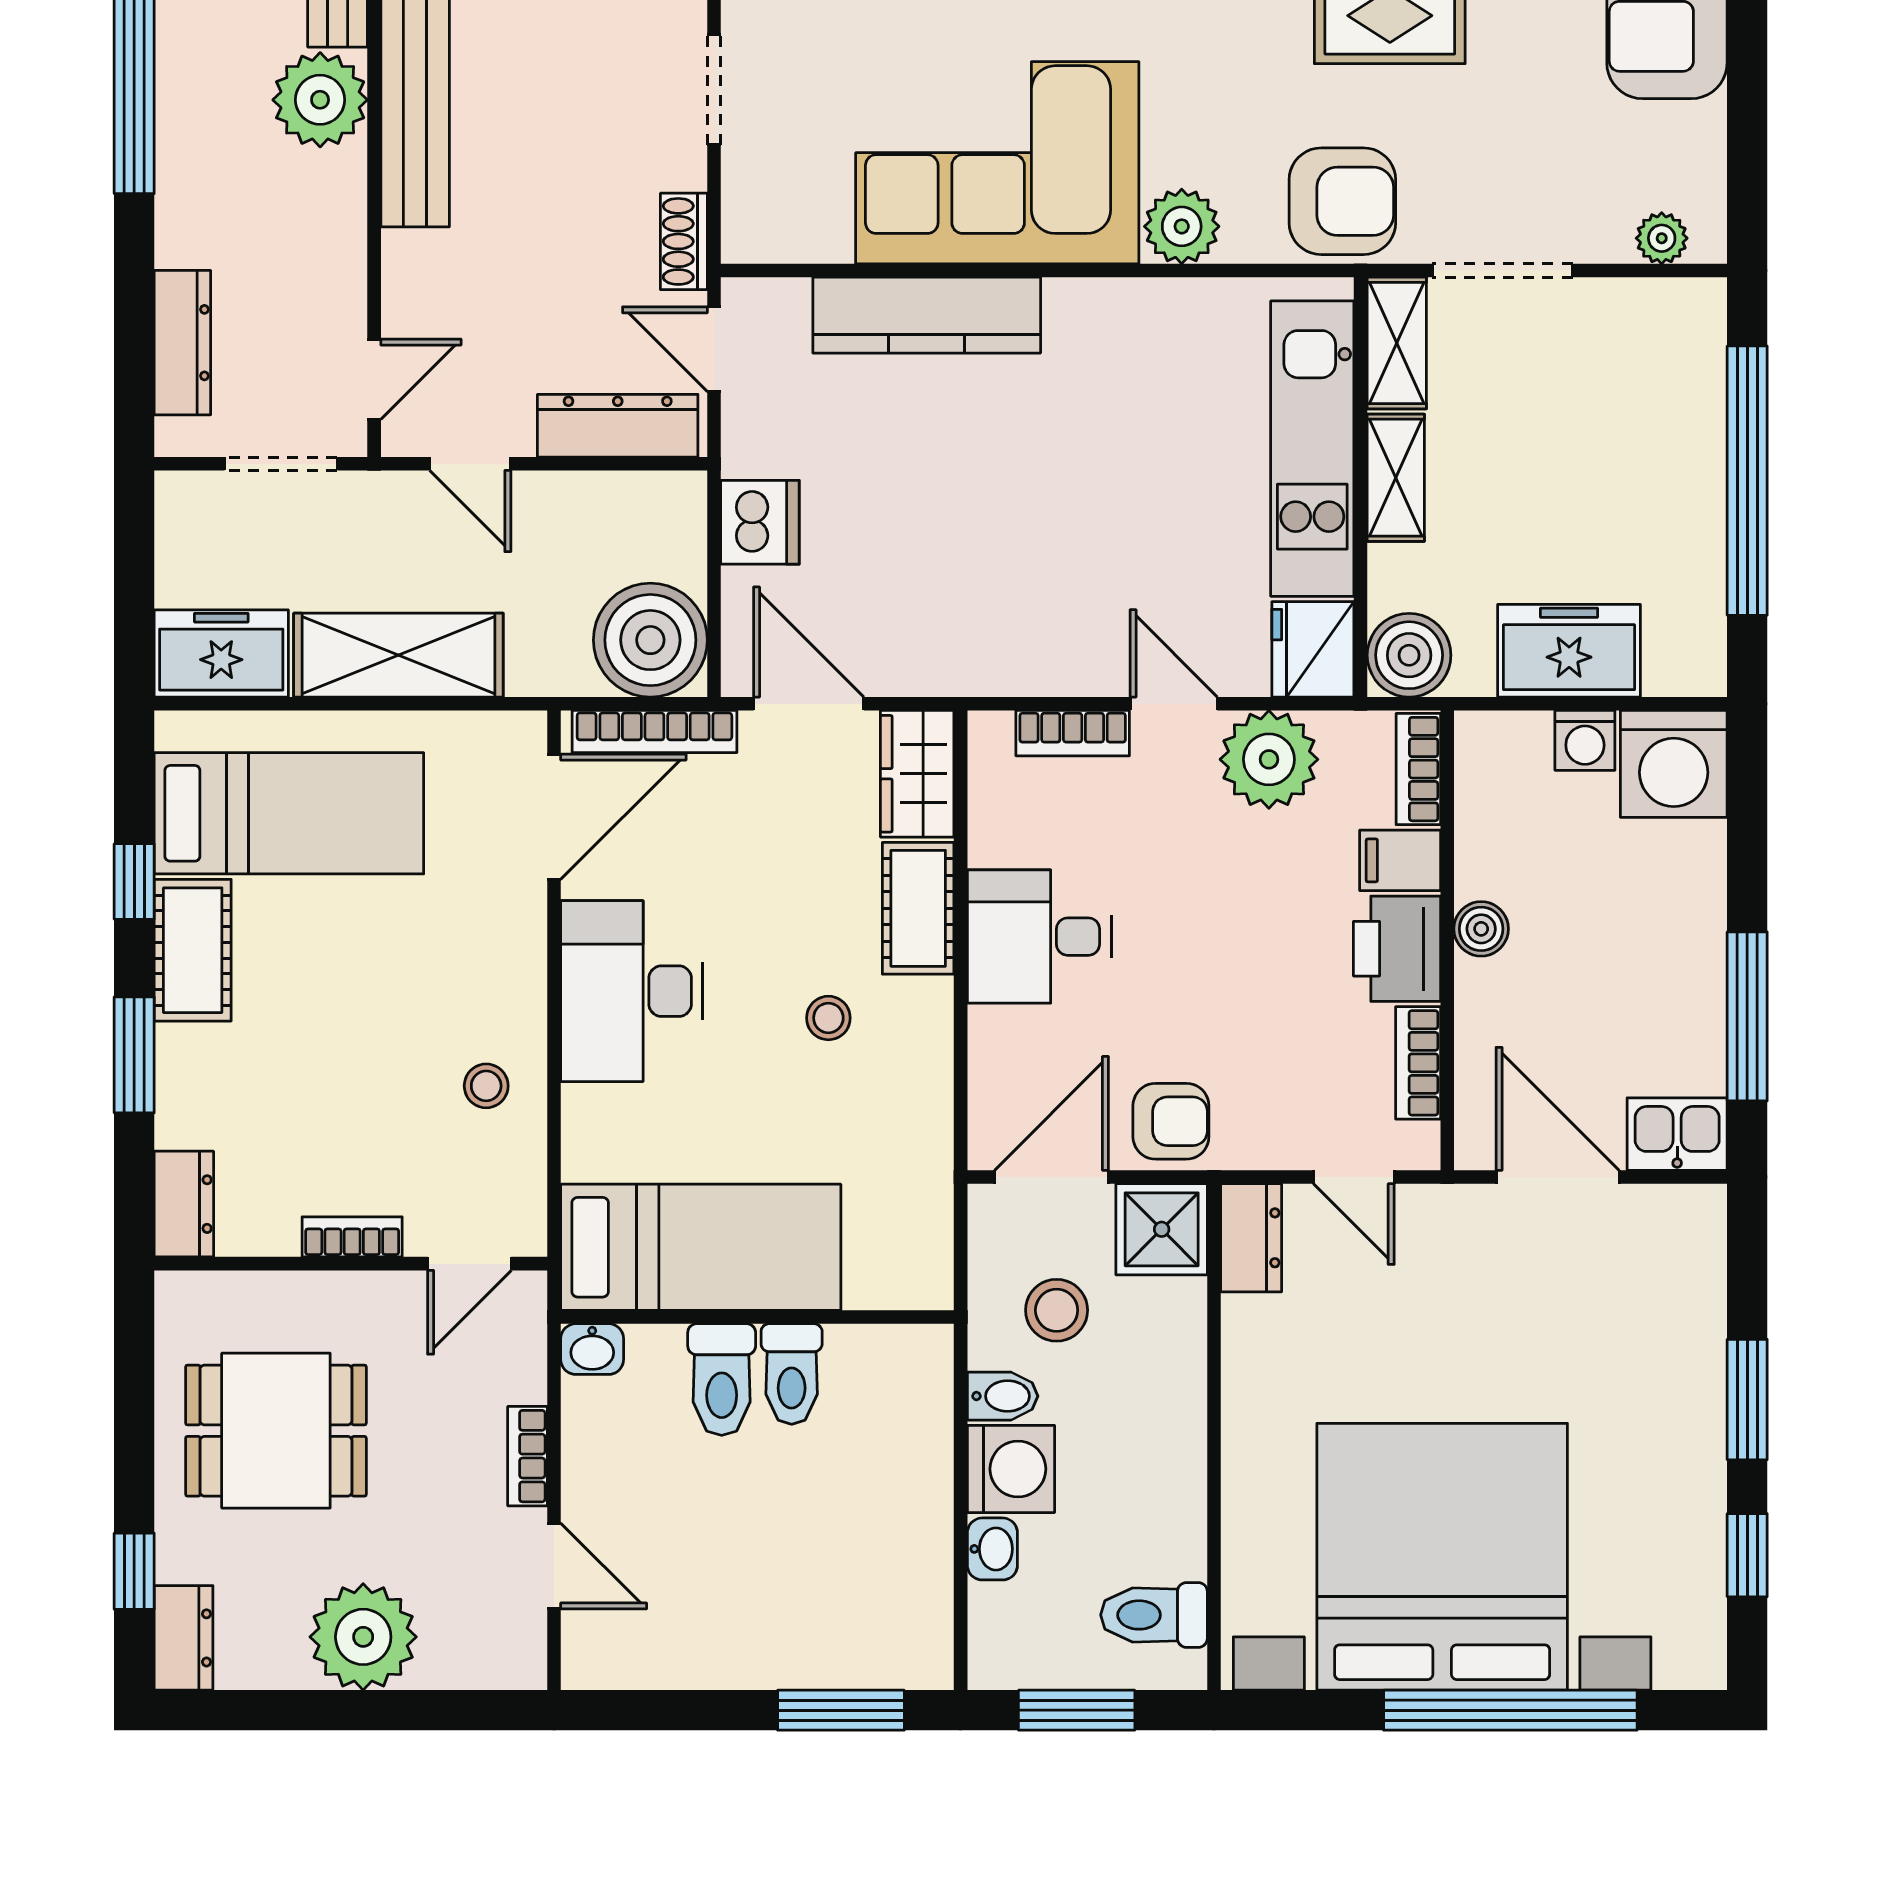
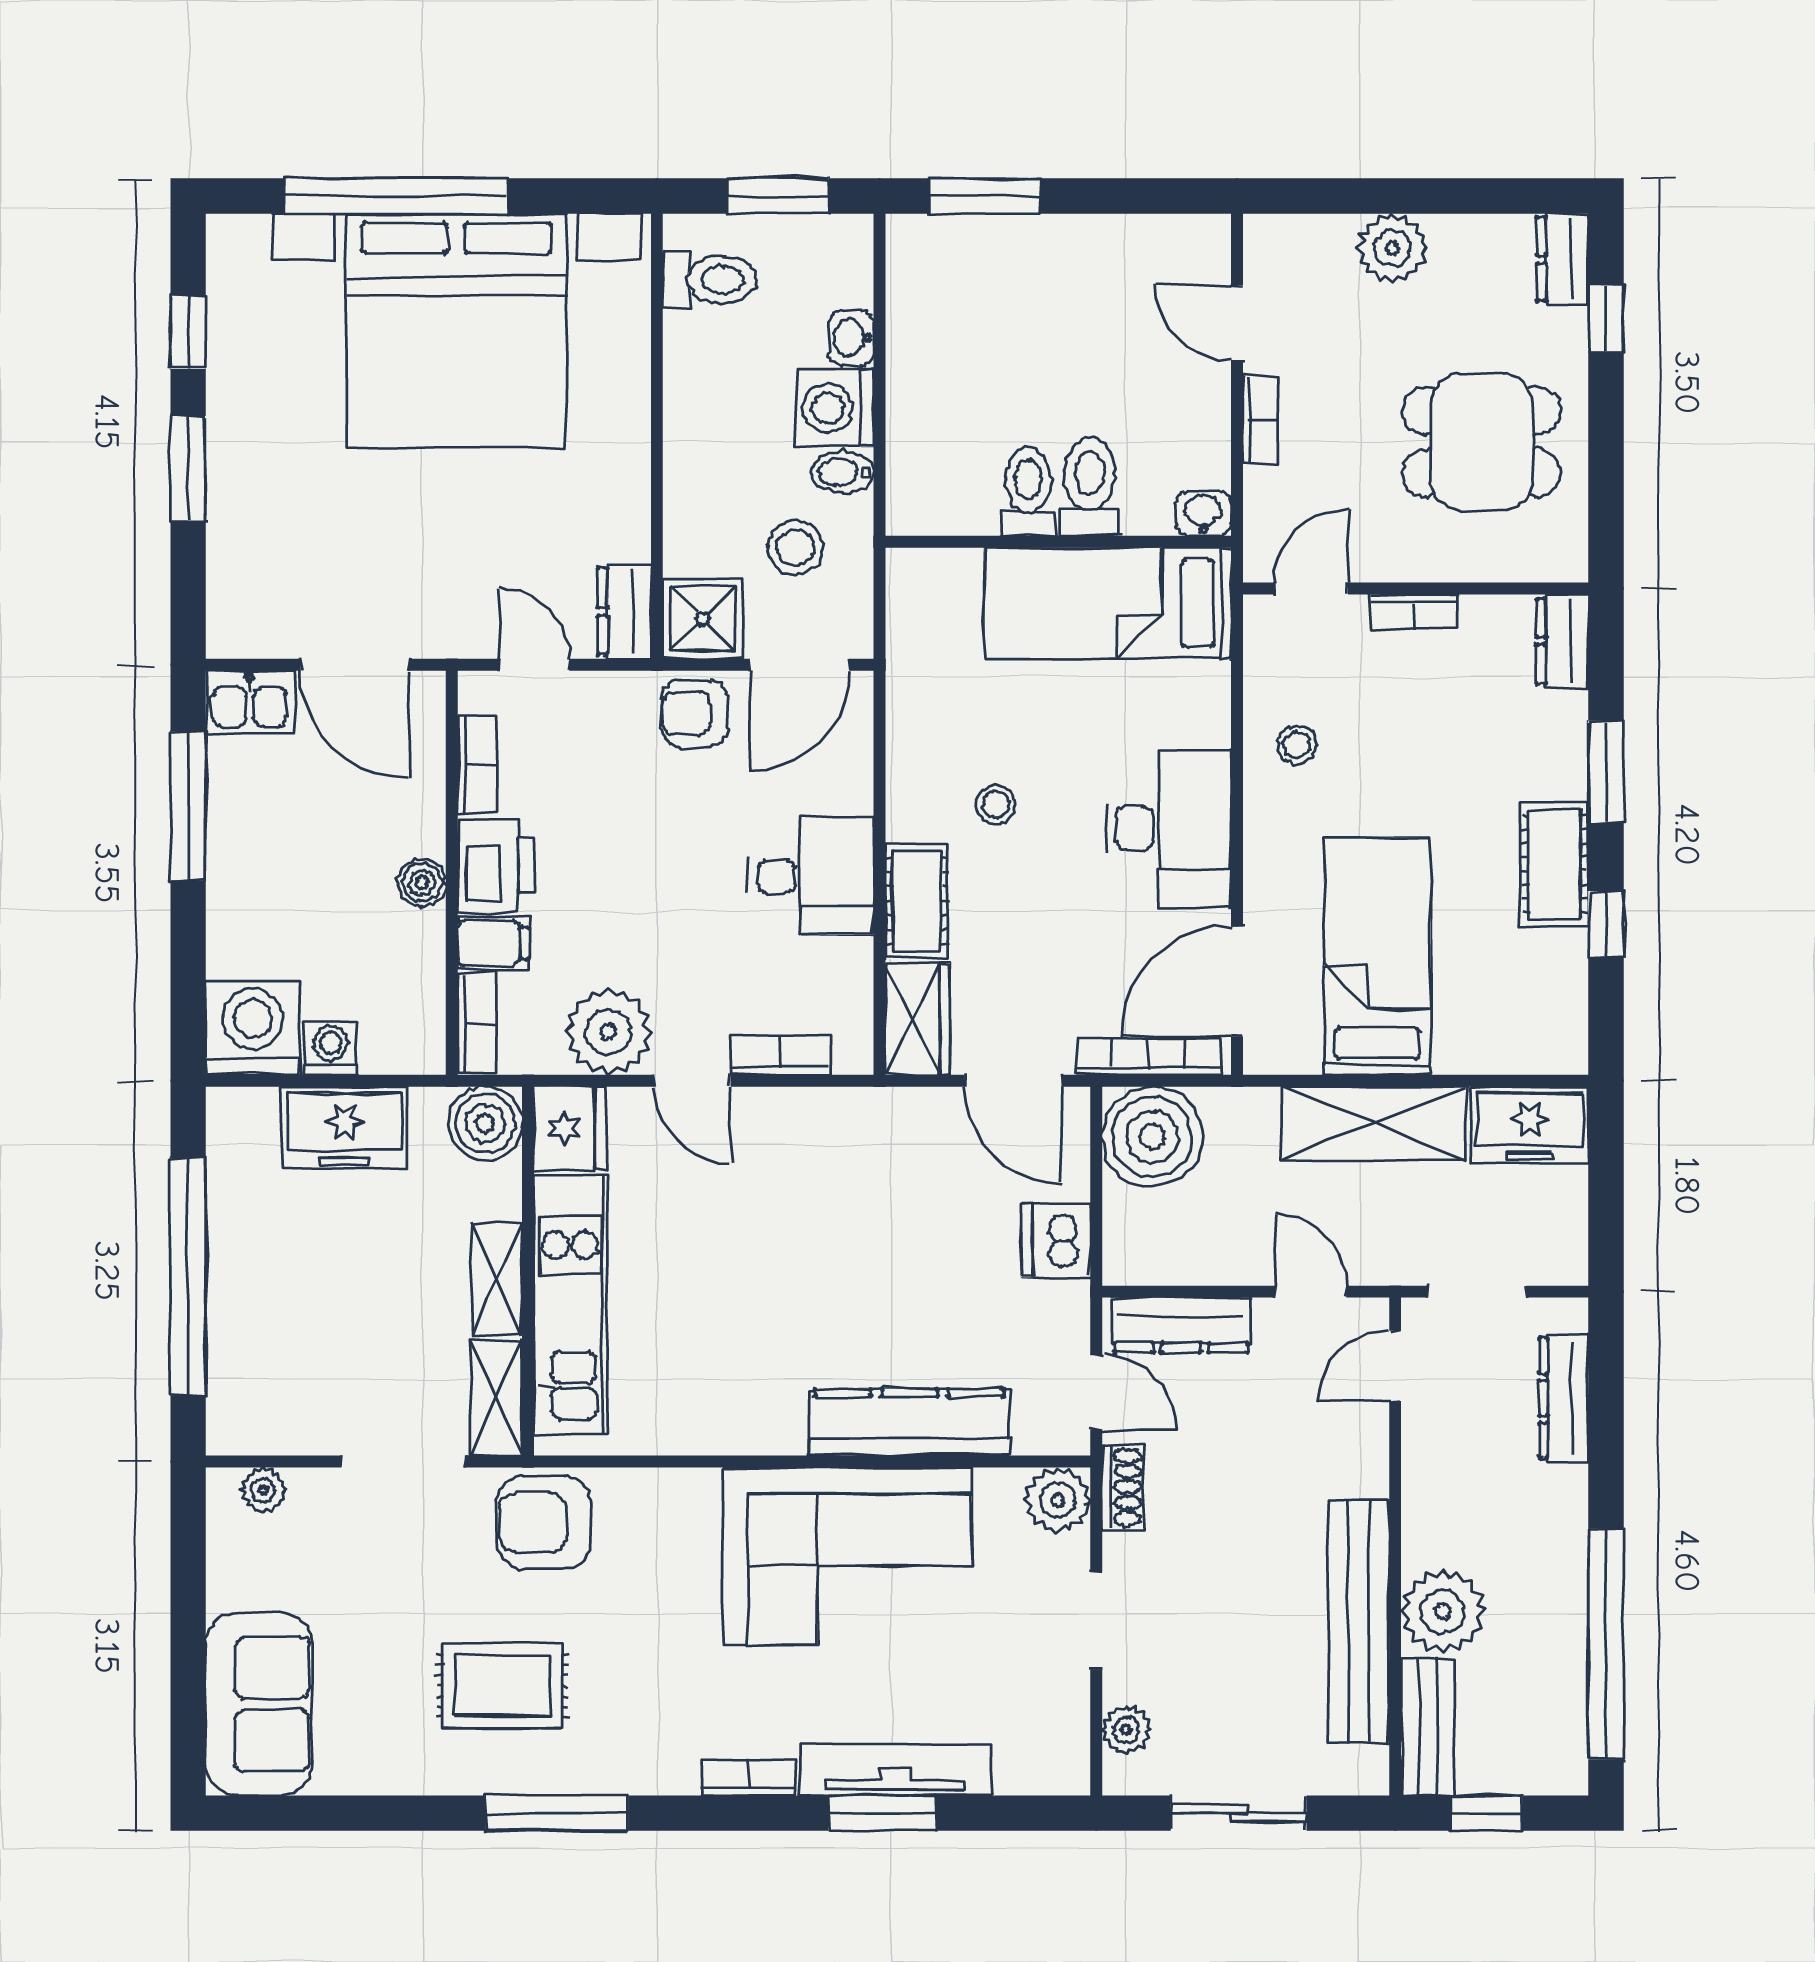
plant: (1182, 226) -> (1058, 1500), moved
bed: (289, 813) -> (1377, 956), moved, turned 90
plant: (363, 1637) -> (1392, 248), width x0.73, depth x0.73

